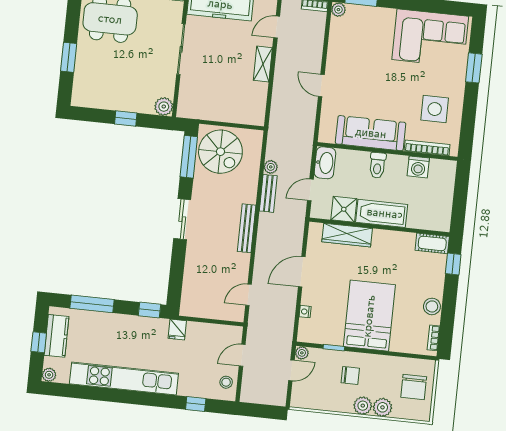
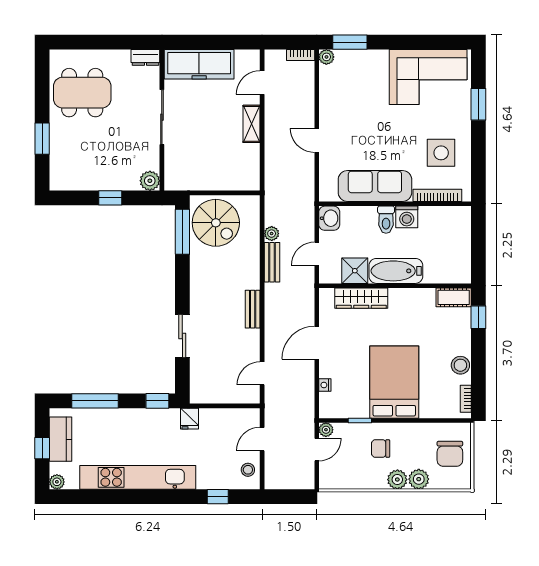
washbasin: (325, 163) -> (329, 218), width x0.72
washing machine: (418, 167) -> (407, 217), moved
sliding door: (182, 219) -> (182, 336), moved
bench: (247, 228) -> (253, 309), width x0.73
chair: (350, 375) -> (381, 448), turned 180

